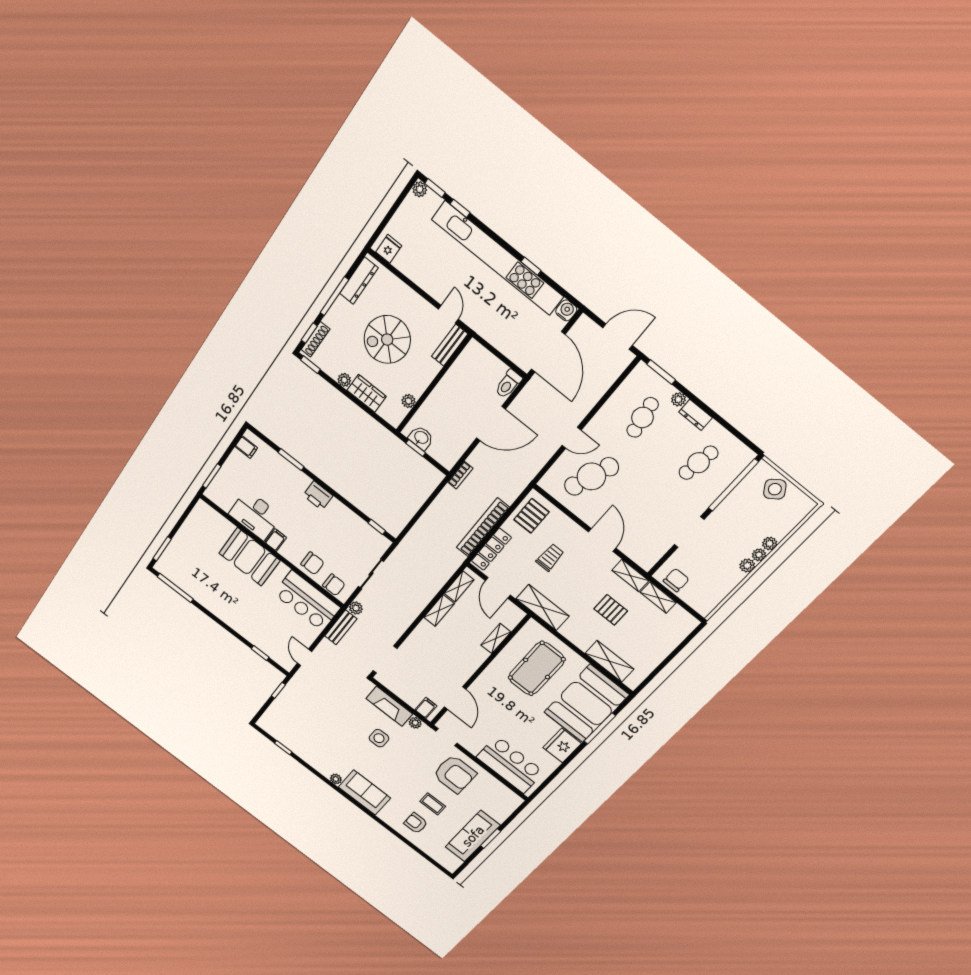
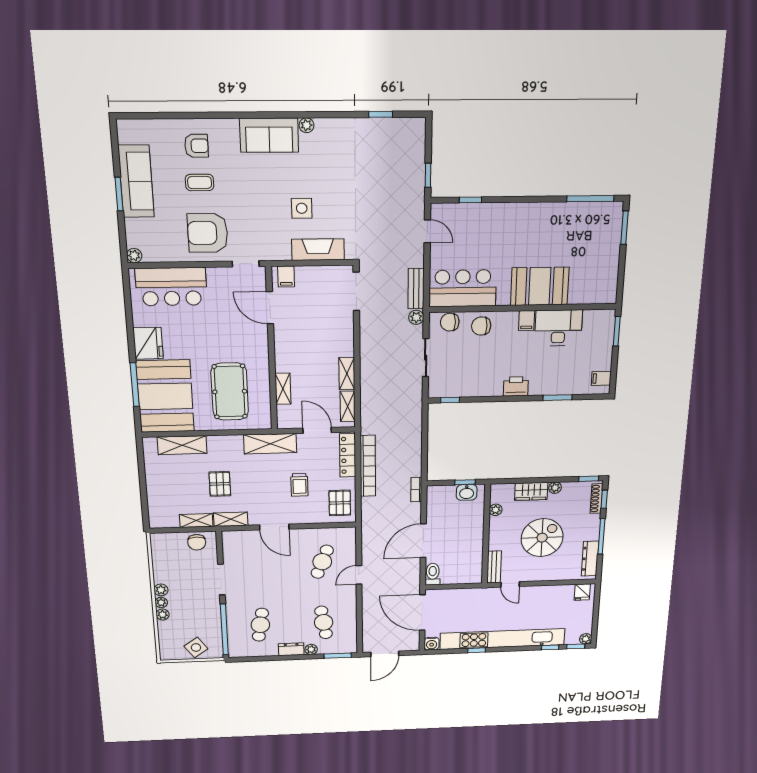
cafe table: (591, 476) -> (322, 562), width x0.73, depth x0.74
pallet: (611, 610) -> (220, 484), turned 90
plant: (415, 723) -> (134, 256), moved

